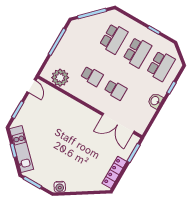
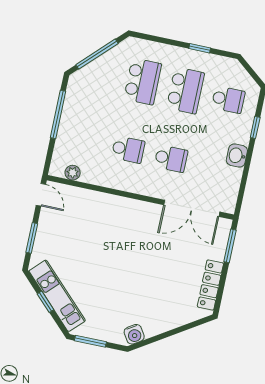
school desk: (161, 66) -> (228, 100), width x0.54
plant: (60, 78) -> (73, 173), width x0.53, depth x0.53

